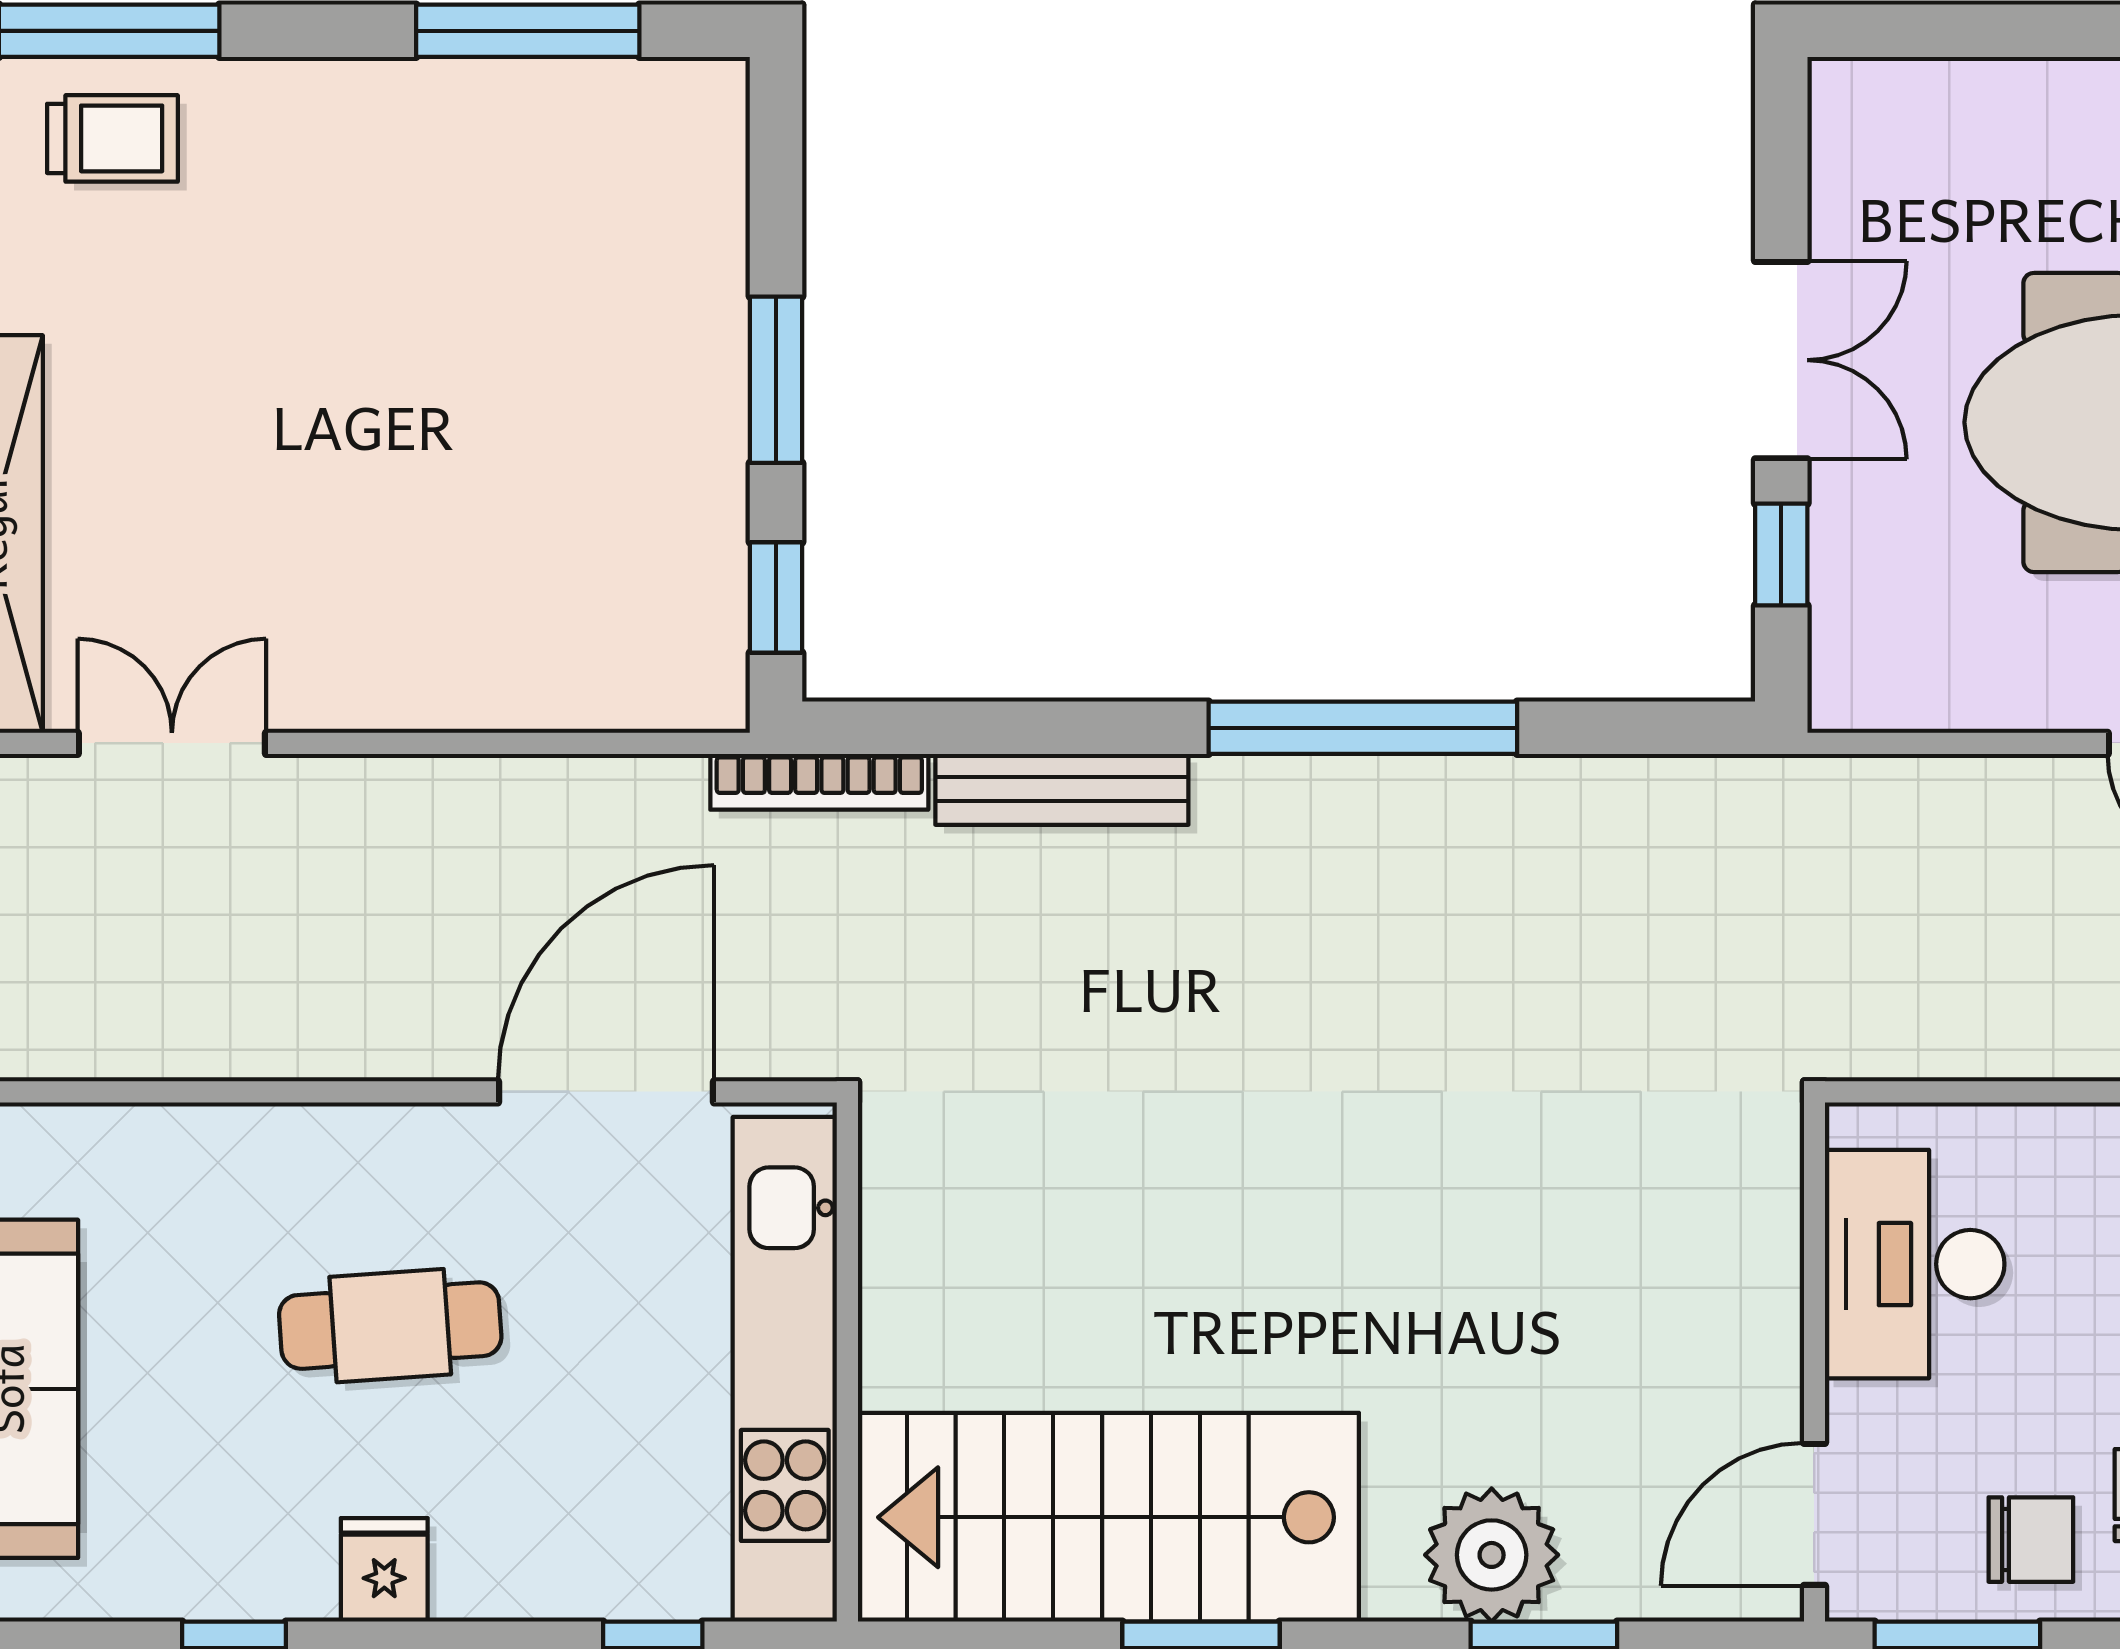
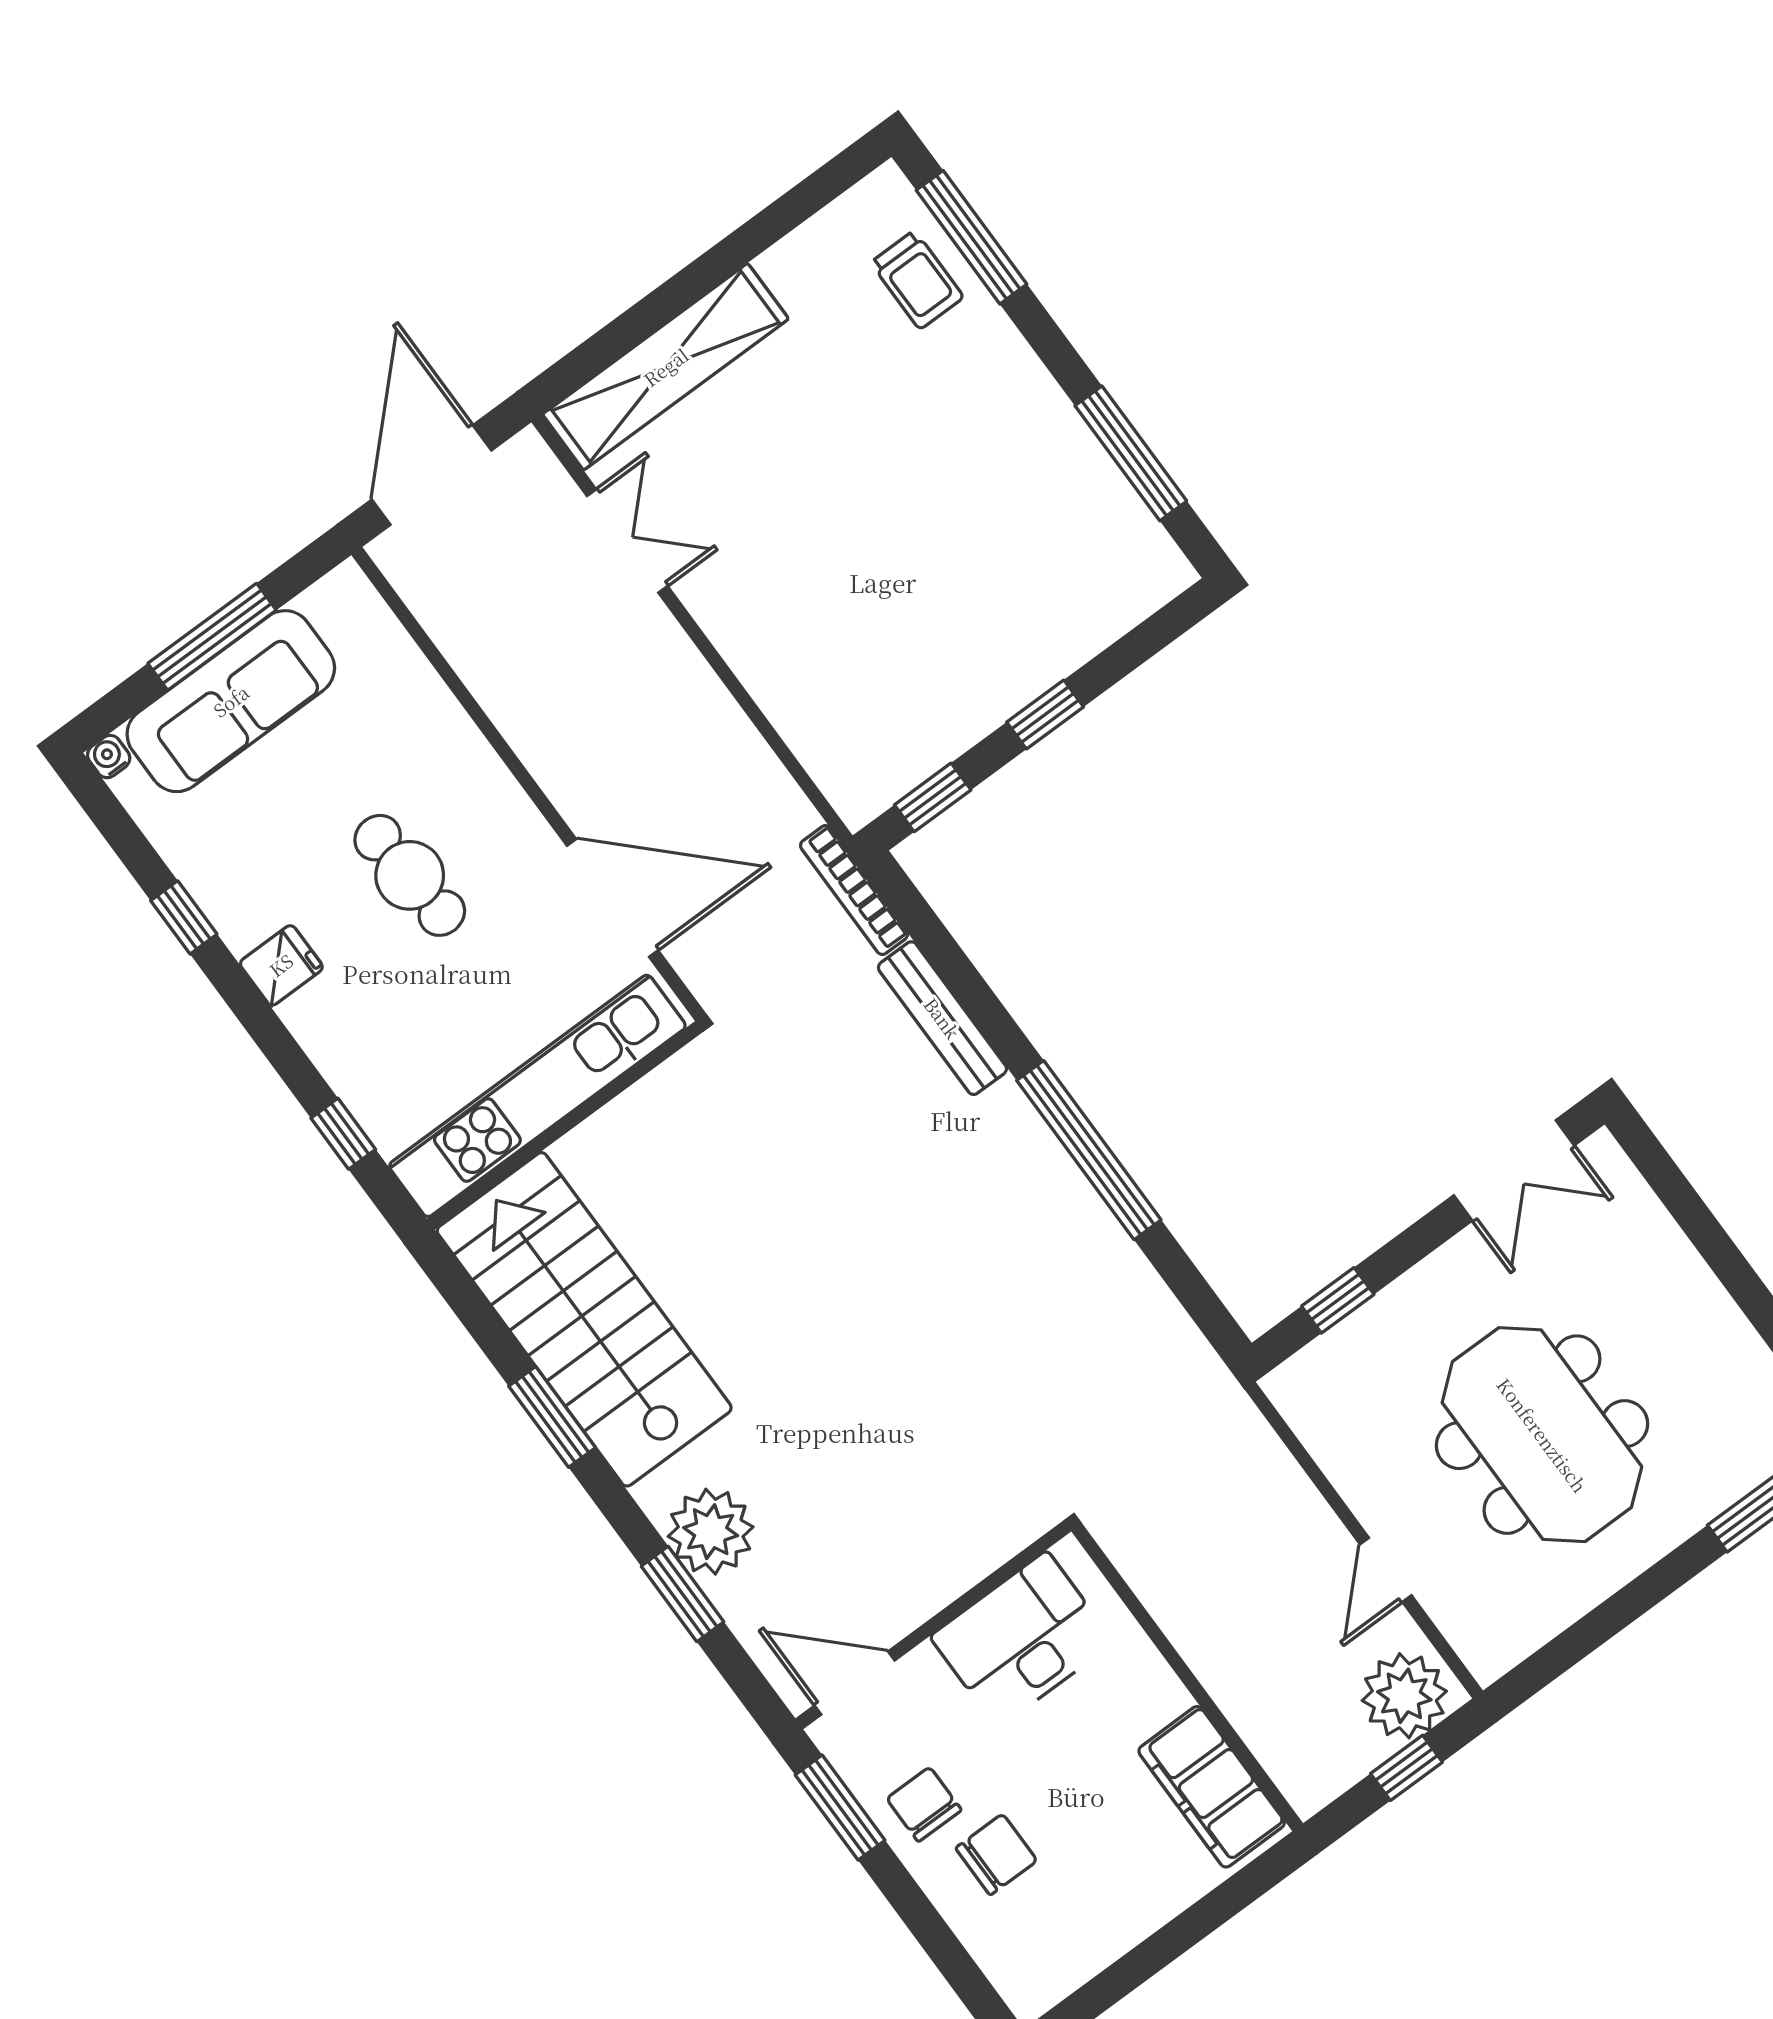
double door: (1781, 360) -> (1514, 1170), moved
window: (776, 380) -> (1045, 714), width x0.67
chair: (2031, 1540) -> (924, 1804), turned 180

